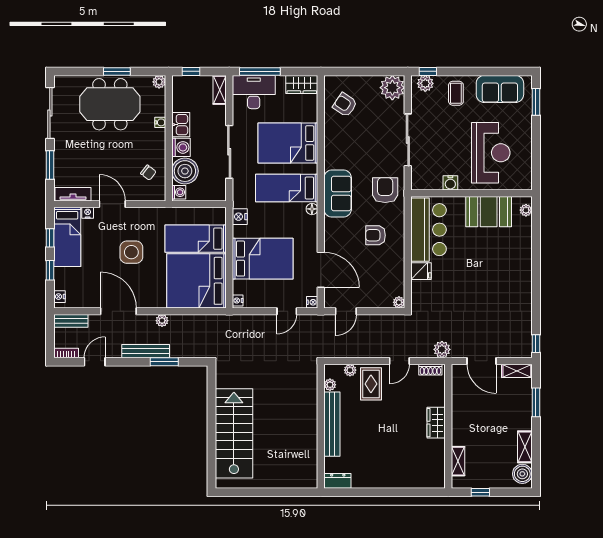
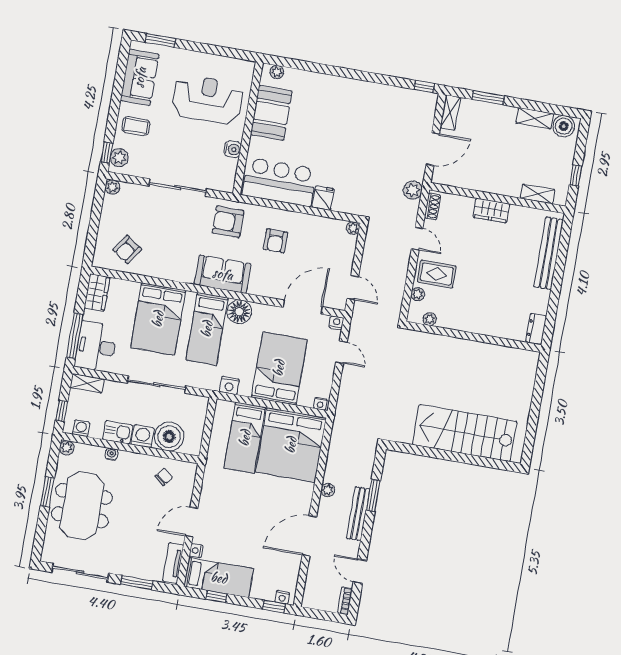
plant: (392, 88) -> (112, 187), width x0.53, depth x0.53
washing machine: (179, 192) -> (81, 428), moved
floor lamp: (312, 209) -> (239, 312), width x1.89, depth x1.89
side table: (131, 252) -> (247, 510), removed
window: (50, 270) -> (274, 607), moved
bench: (71, 321) -> (311, 589), removed
bench: (332, 424) -> (549, 253), moved, turned 90

